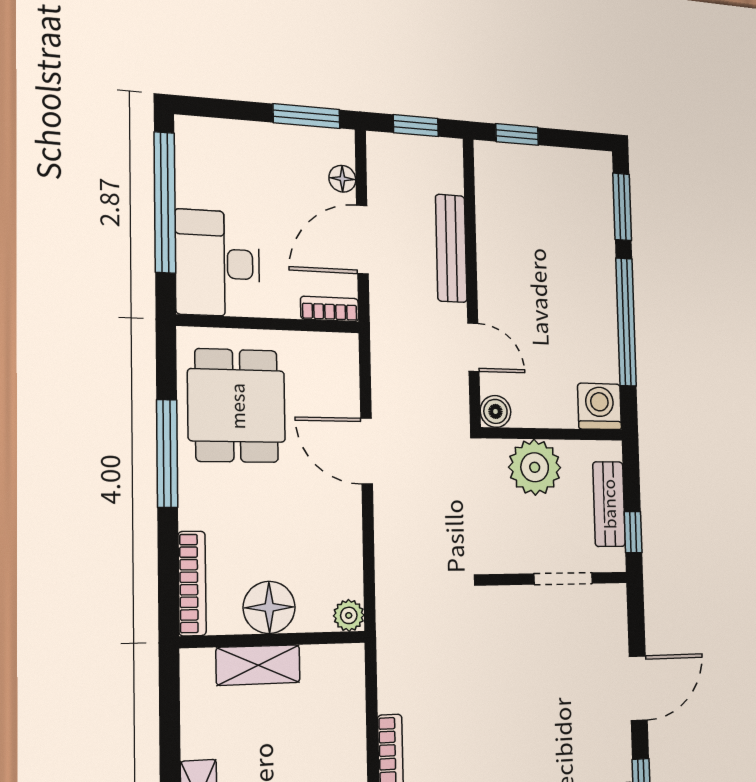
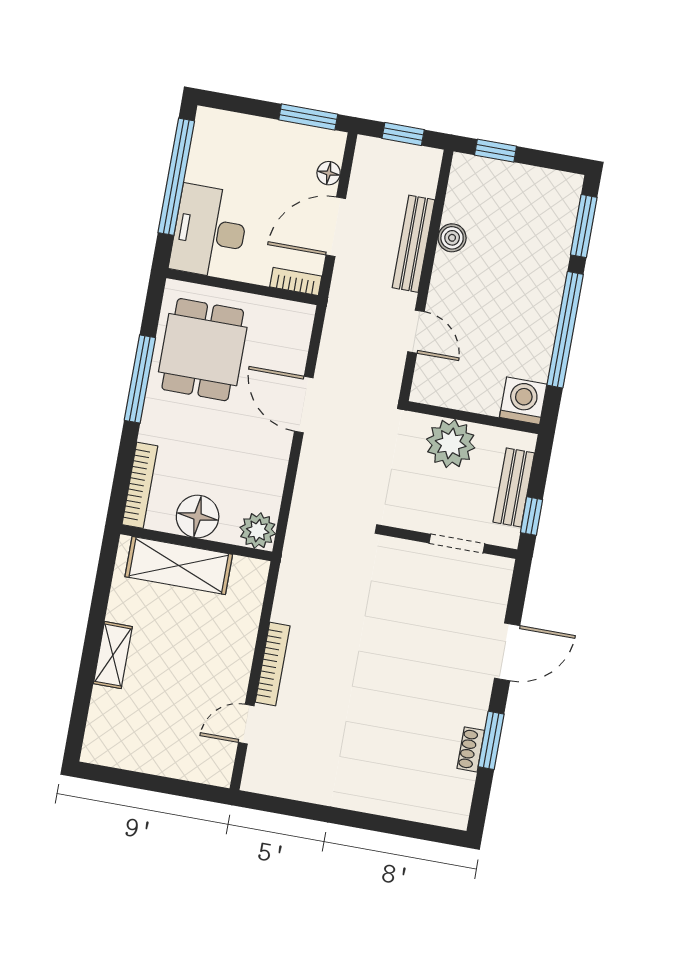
boiler: (495, 411) -> (452, 238), moved
plant: (349, 615) -> (258, 531), width x1.38, depth x1.38
shelving: (258, 665) -> (179, 565), width x1.50, depth x1.33

